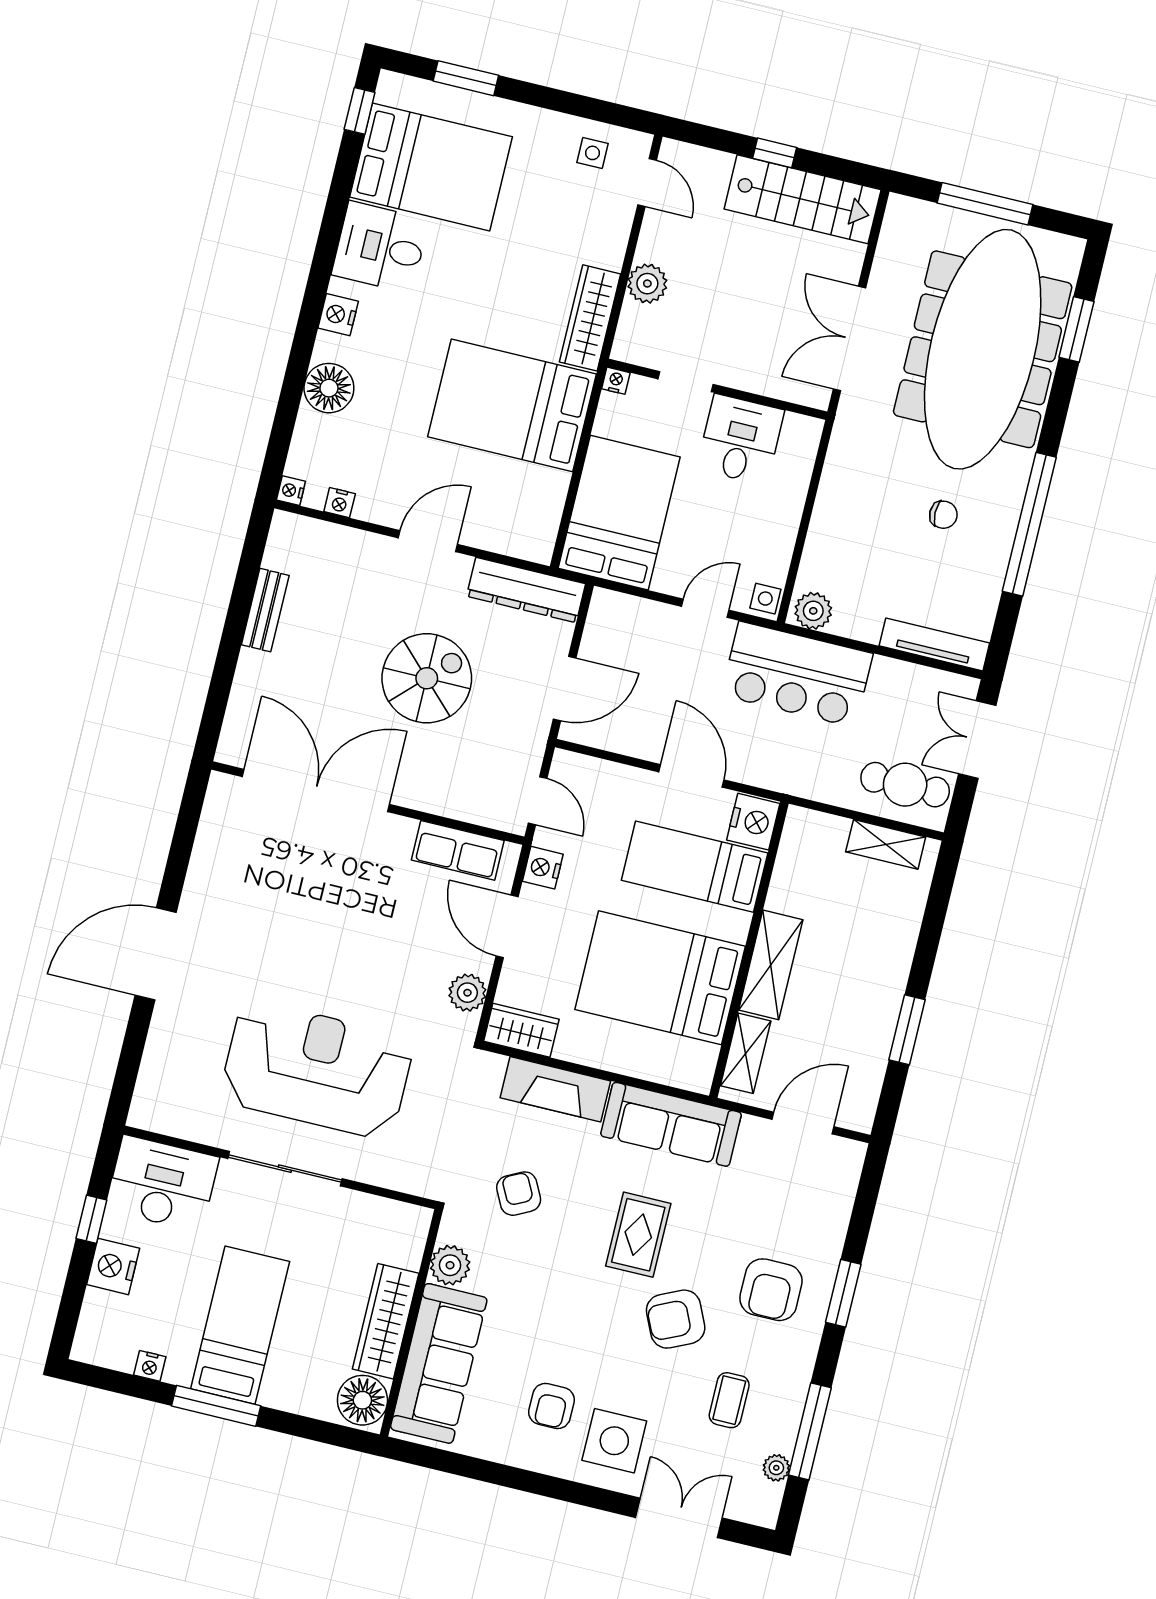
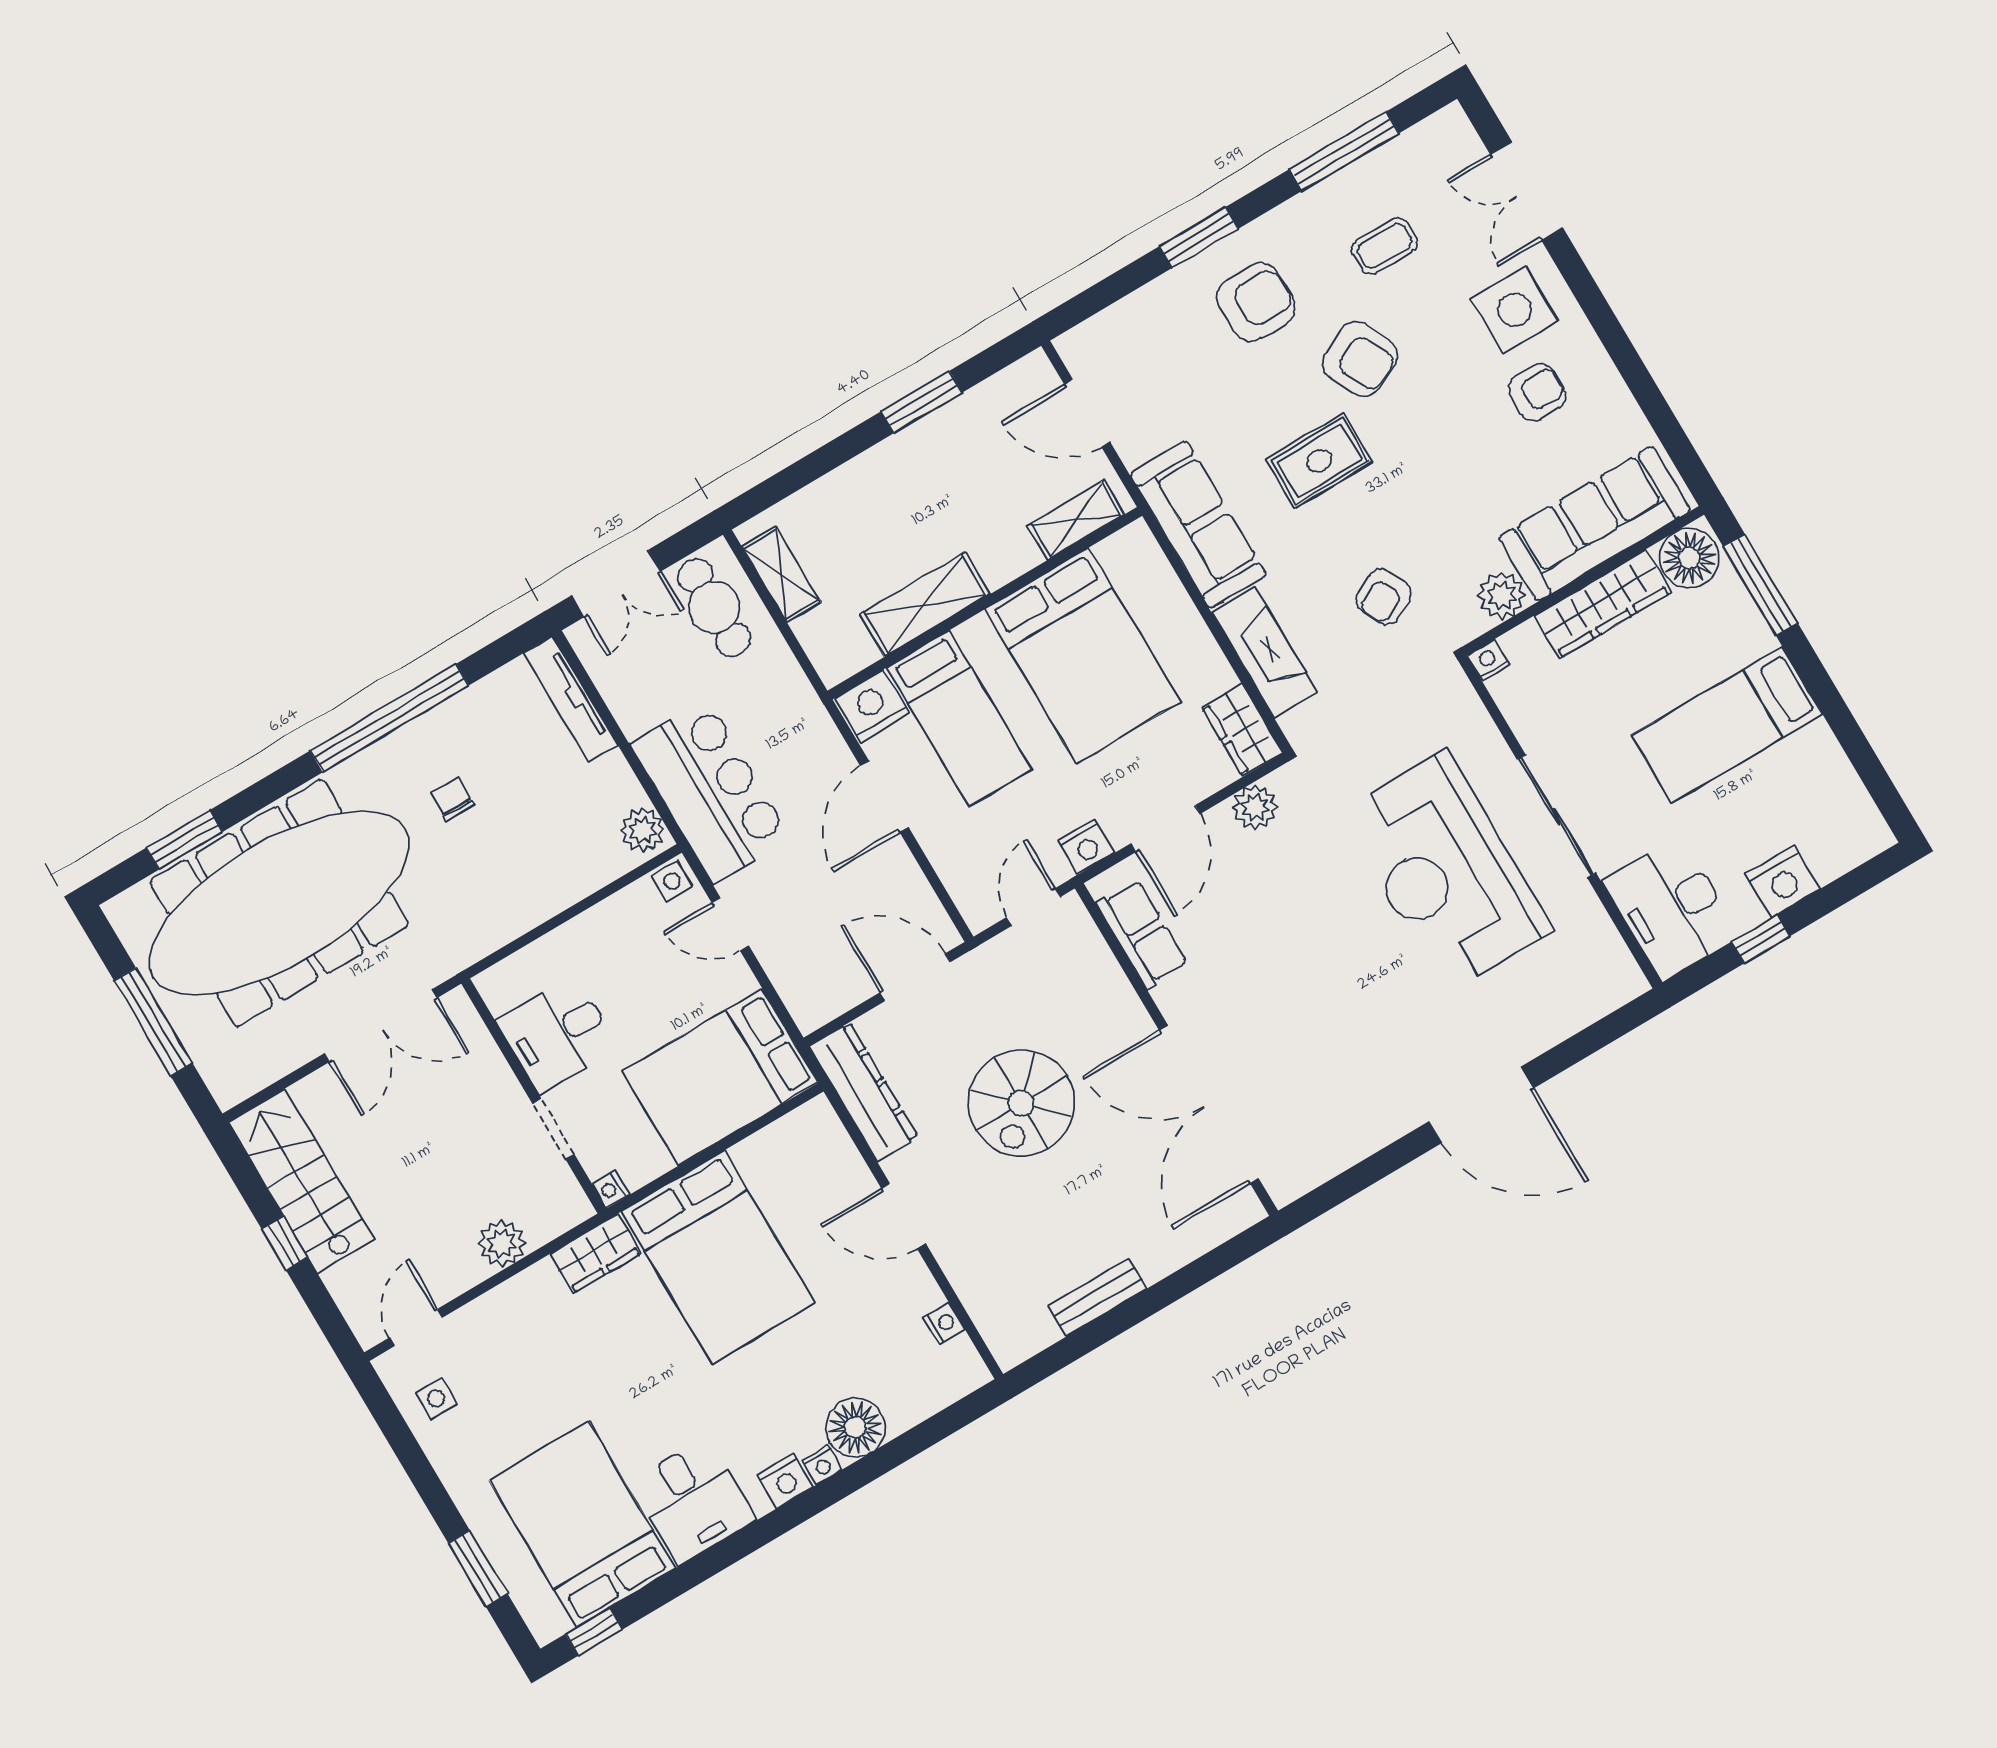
wardrobe: (590, 318) -> (596, 1253), width x0.67
nightstand: (291, 491) -> (822, 1465), moved
spiral stairs: (427, 678) -> (1021, 1103), turned -90
shelving: (771, 965) -> (925, 604), moved
nightstand: (150, 1366) -> (1488, 660), moved, turned -90
window: (216, 1406) -> (1761, 585), moved
plant: (776, 1468) -> (1403, 149), removed

